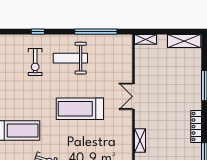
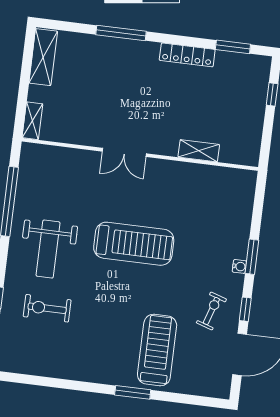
exercise bike: (35, 62) -> (47, 308), turned 180
treadmill: (80, 109) -> (134, 244), turned -90

